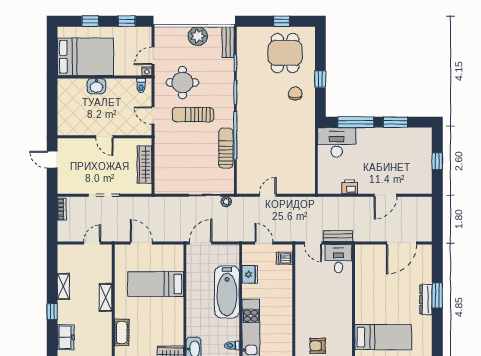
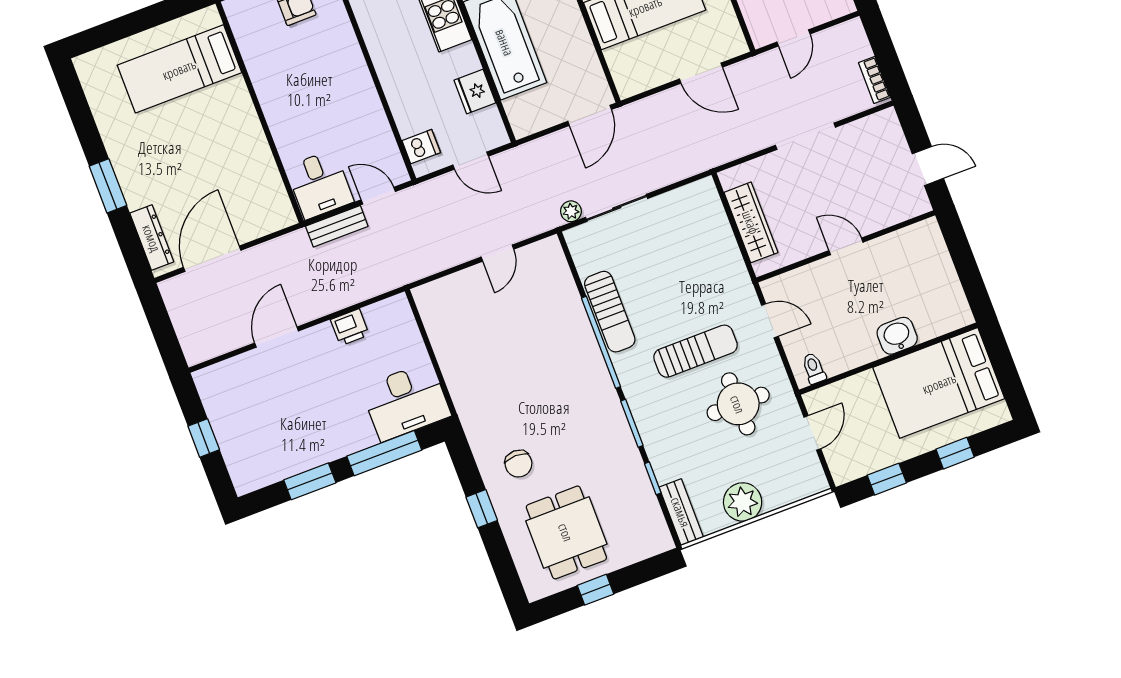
nightstand: (147, 71) -> (813, 400), removed
dresser: (426, 299) -> (152, 238), moved

